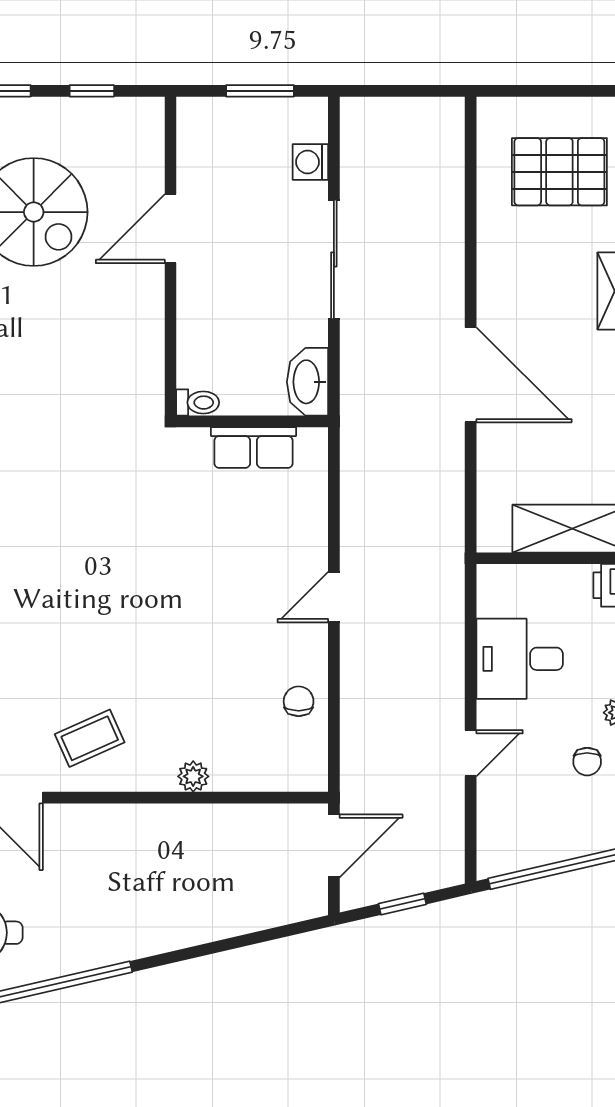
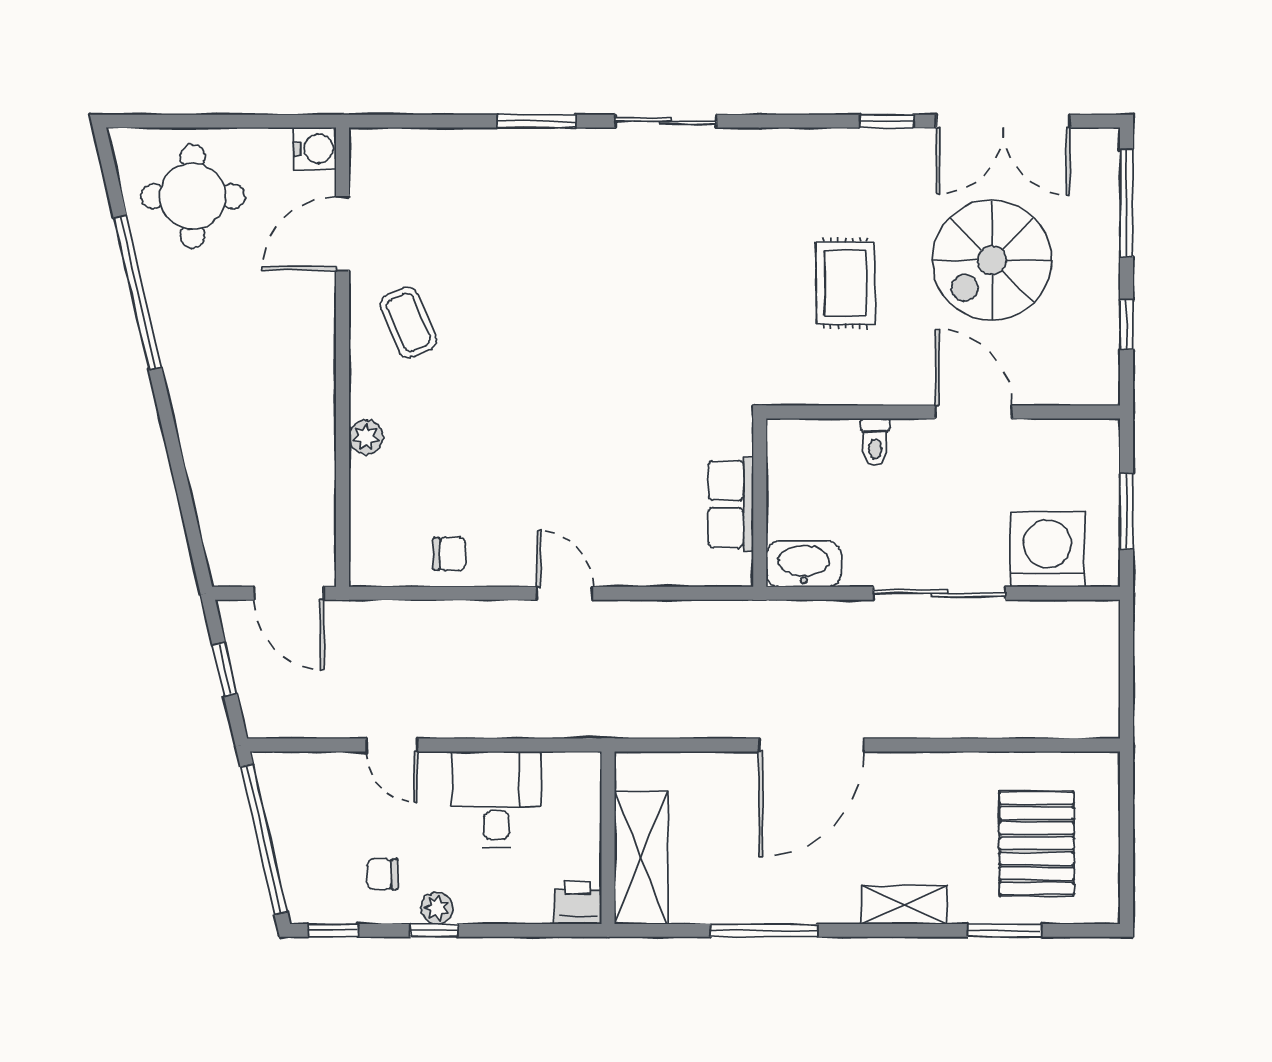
washing machine: (310, 162) -> (1047, 550), width x1.89, depth x1.89
rug: (54, 344) -> (845, 283), added
toilet: (198, 403) -> (875, 442), moved

